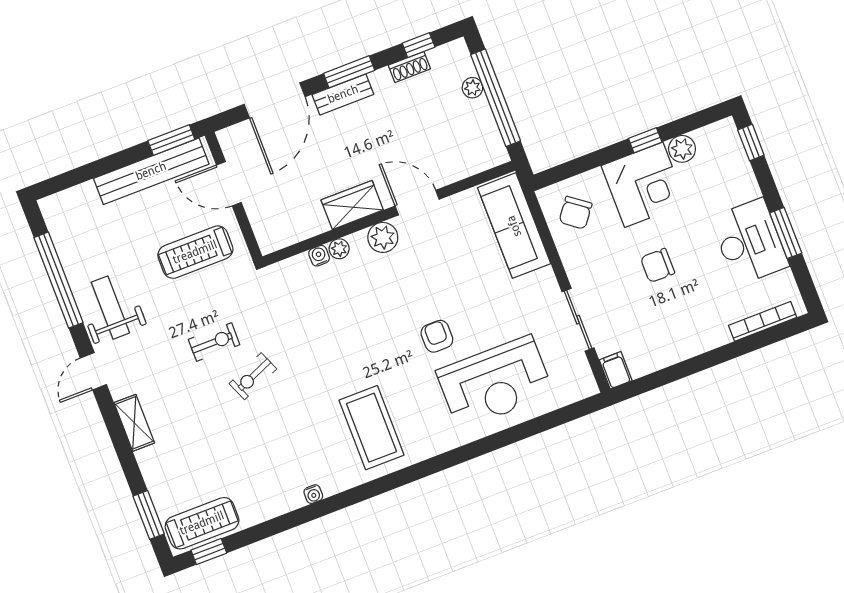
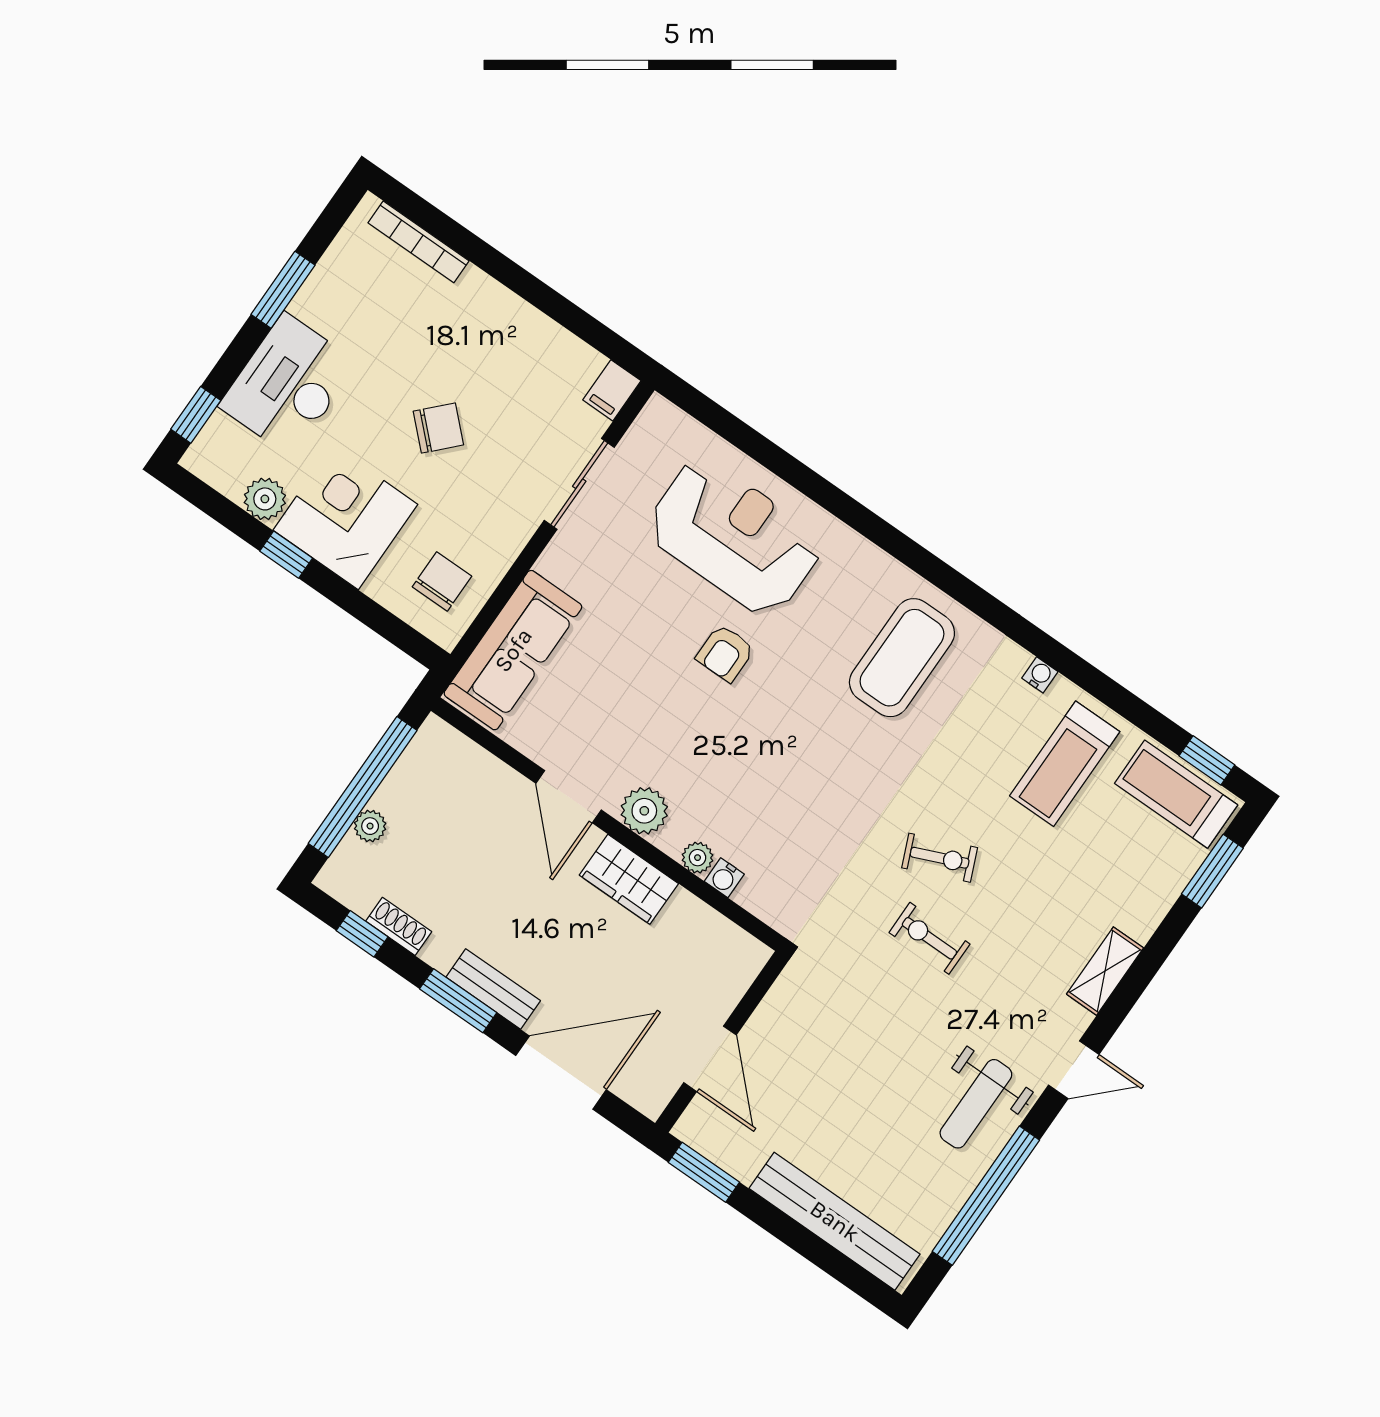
bench: (151, 171) -> (835, 1221), moved
chair: (576, 213) -> (442, 581), turned -37
desk: (749, 242) -> (288, 385), moved
treadmill: (195, 252) -> (1065, 764), moved, turned 90
chair: (658, 265) -> (438, 428), turned -46

